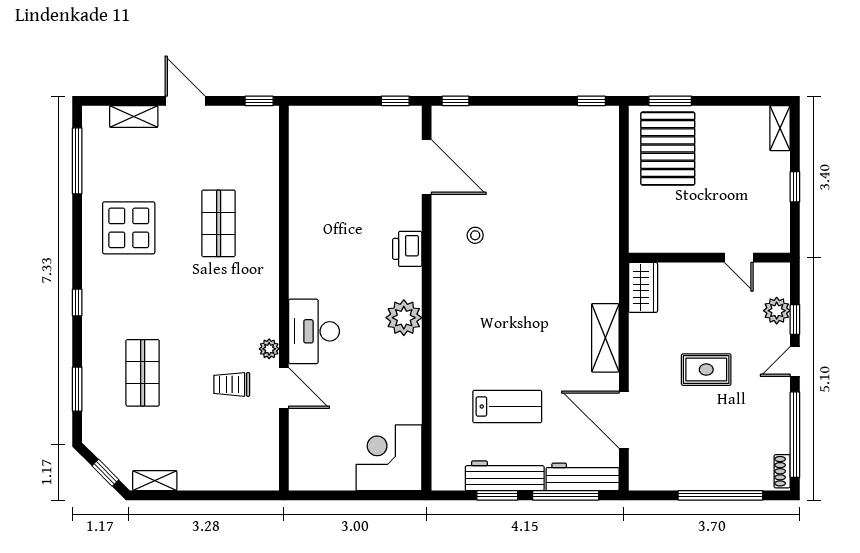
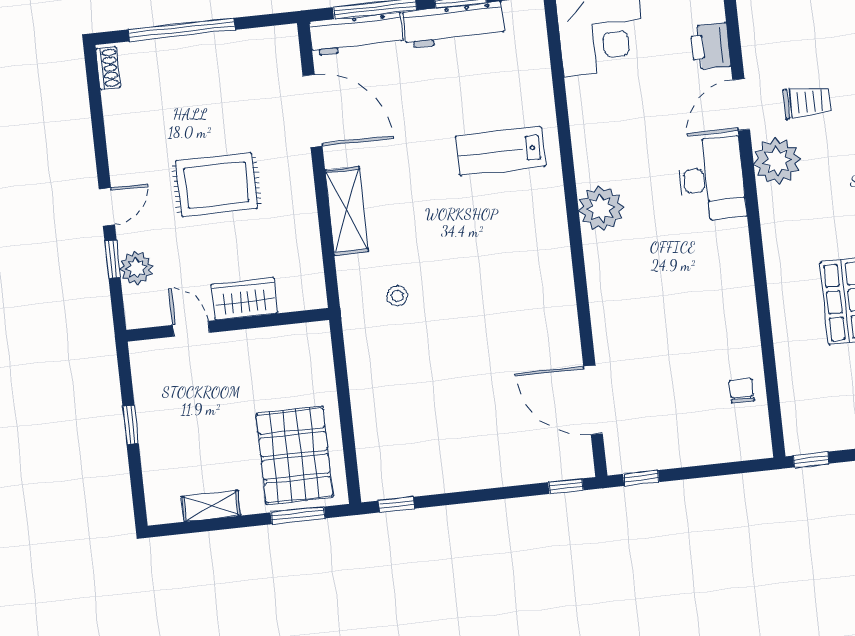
shelving: (780, 128) -> (211, 506), moved, turned 90
chair: (308, 161) -> (742, 391), added
stool: (475, 235) -> (397, 296), moved
printer: (407, 249) -> (710, 46), moved, turned 180
wardrobe: (643, 287) -> (244, 299), moved, turned 90
plant: (269, 349) -> (777, 161), width x1.87, depth x1.87
rug: (706, 370) -> (217, 185), width x1.36, depth x1.43
door: (284, 388) -> (741, 105), hinge flipped
lab bench: (507, 406) -> (501, 151), moved
window: (795, 435) -> (97, 115), removed

